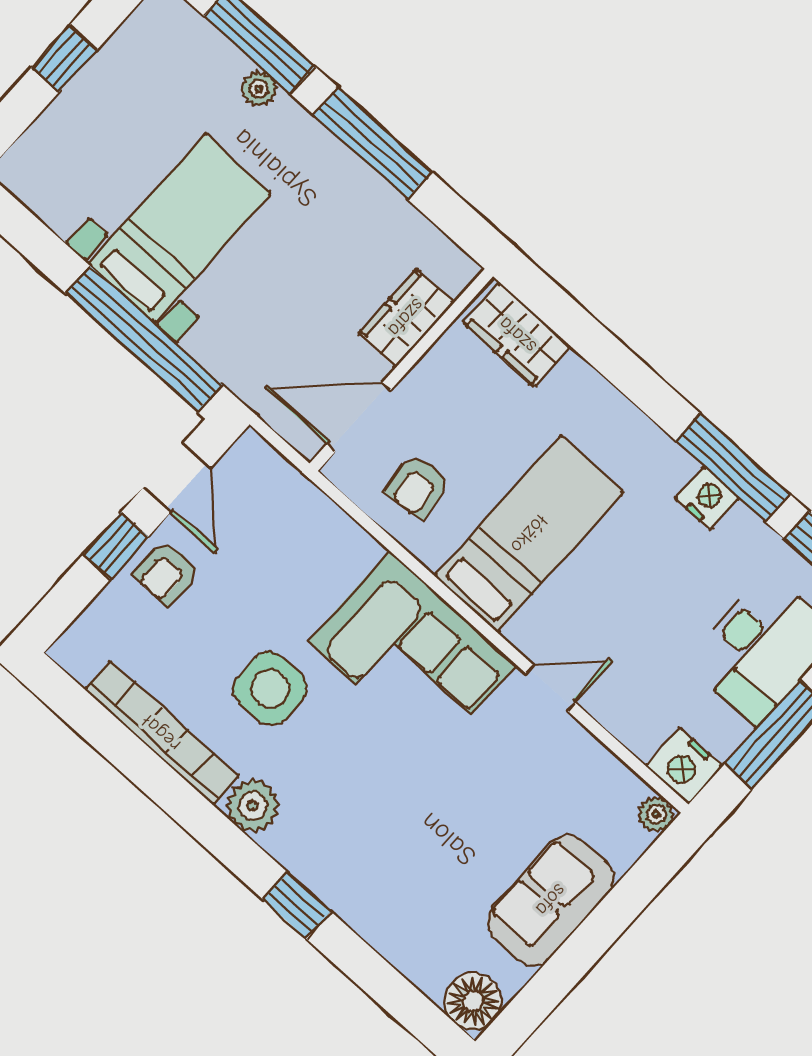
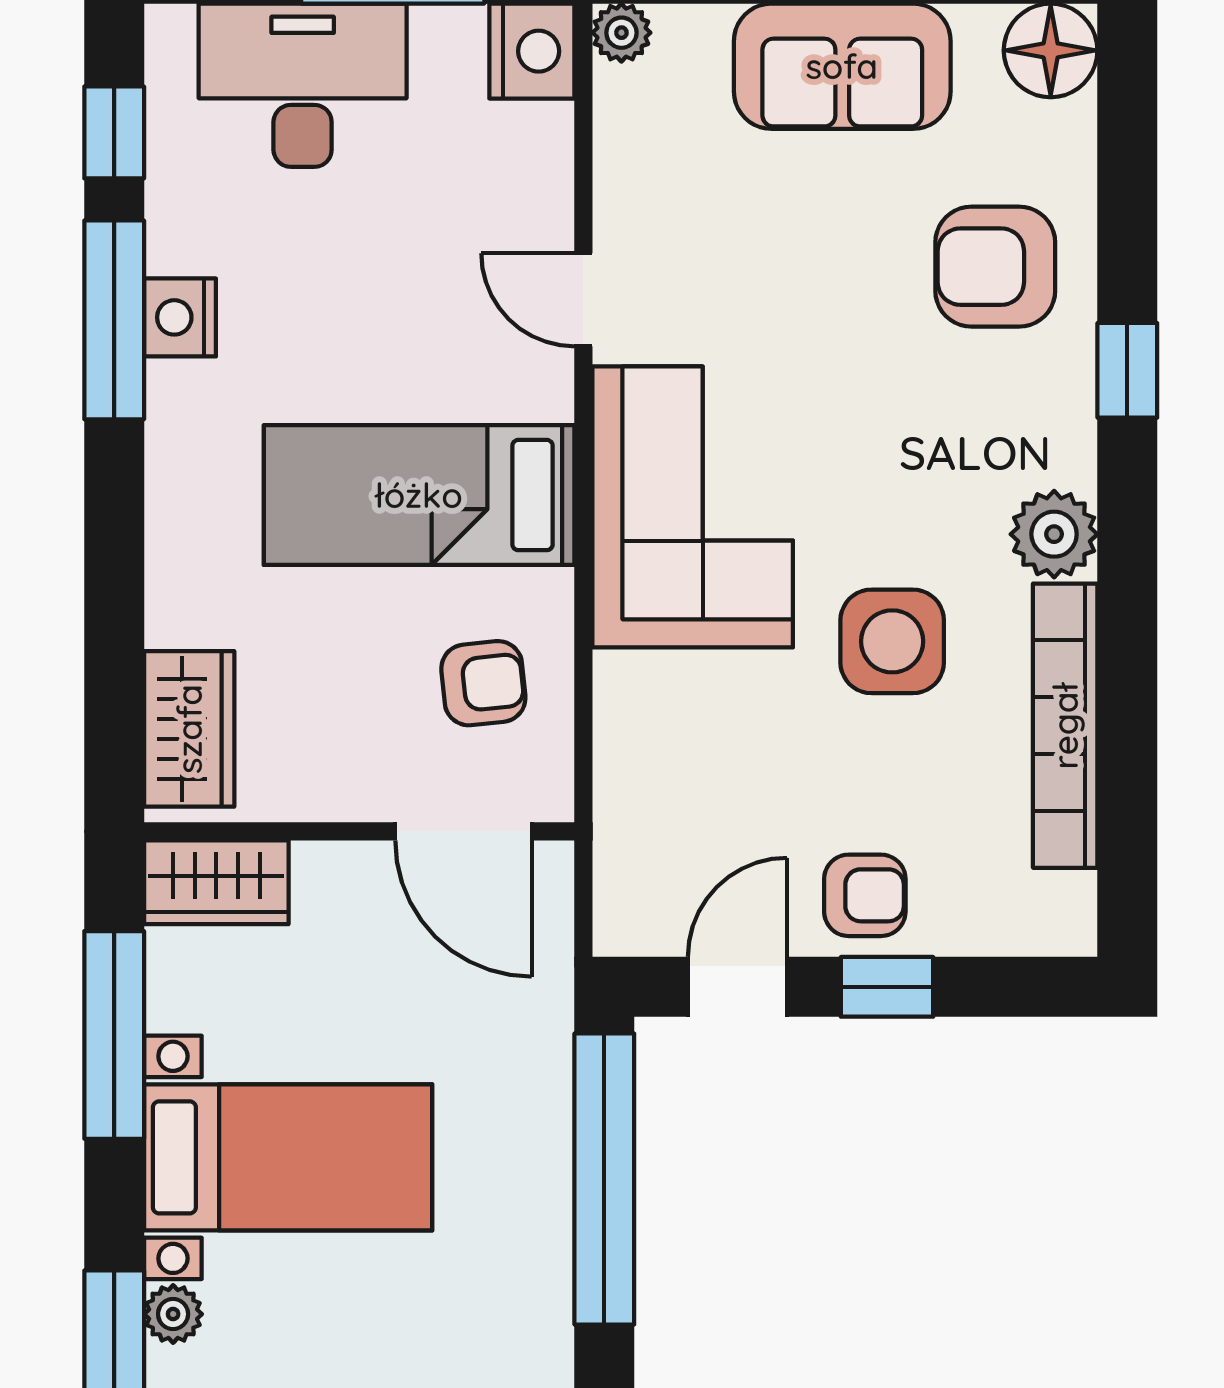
window: (373, 143) -> (114, 1035), moved
bed with nightstands: (179, 228) -> (288, 1157), moved, turned 180
wardrobe: (406, 318) -> (216, 882), moved
armchair: (398, 888) -> (995, 267), added

